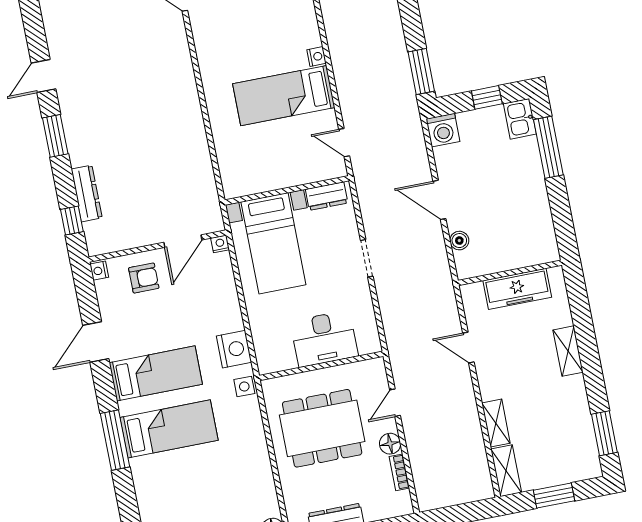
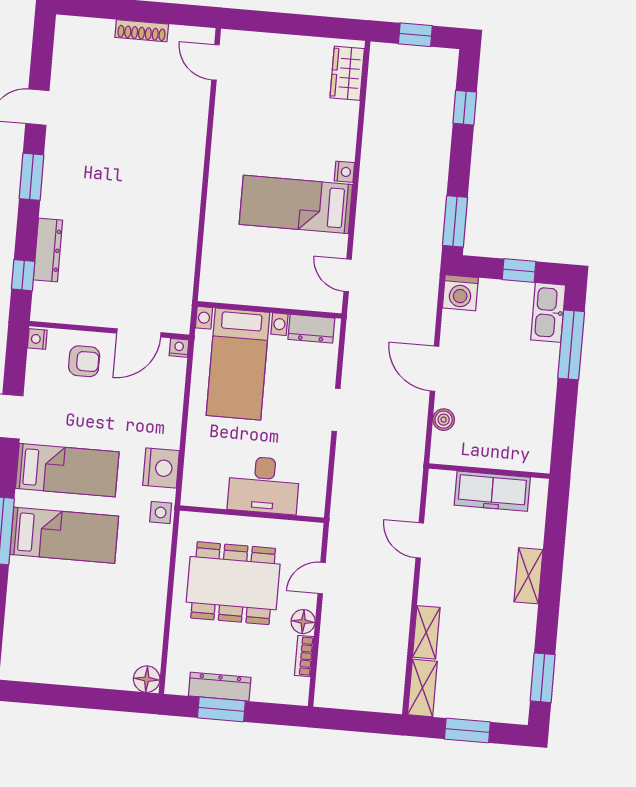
kitchen sink: (520, 119) -> (548, 312), width x1.38

